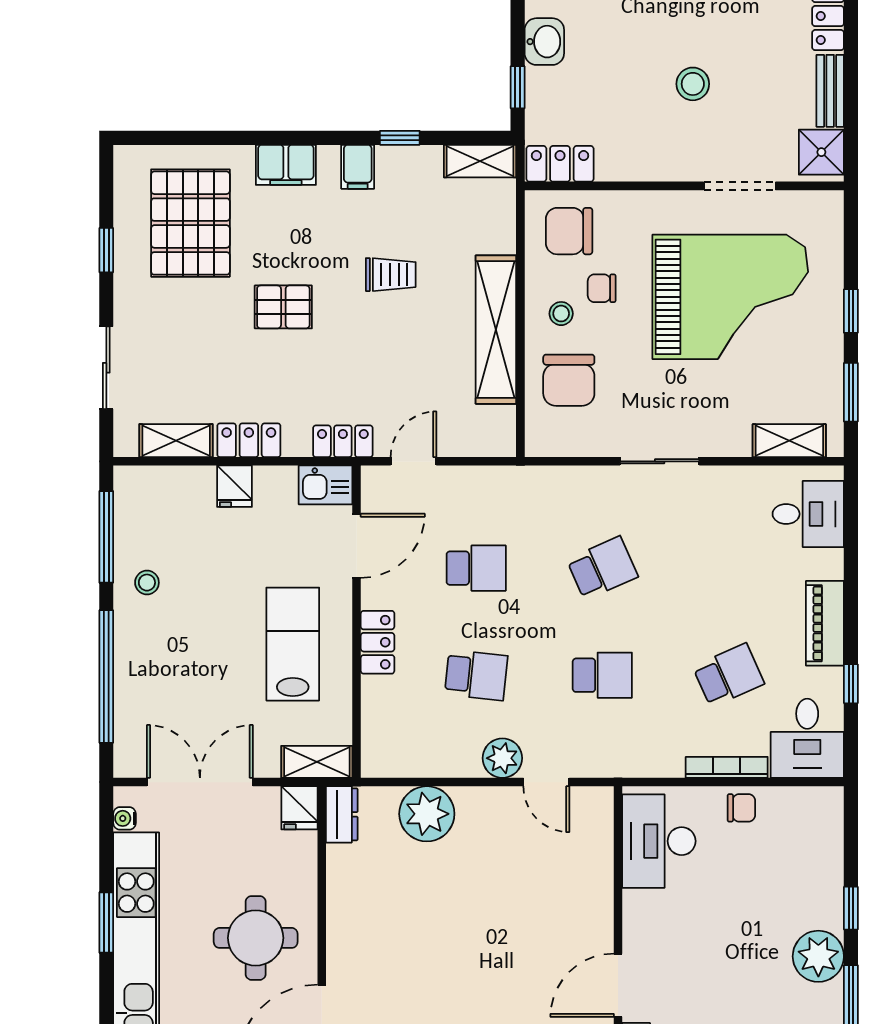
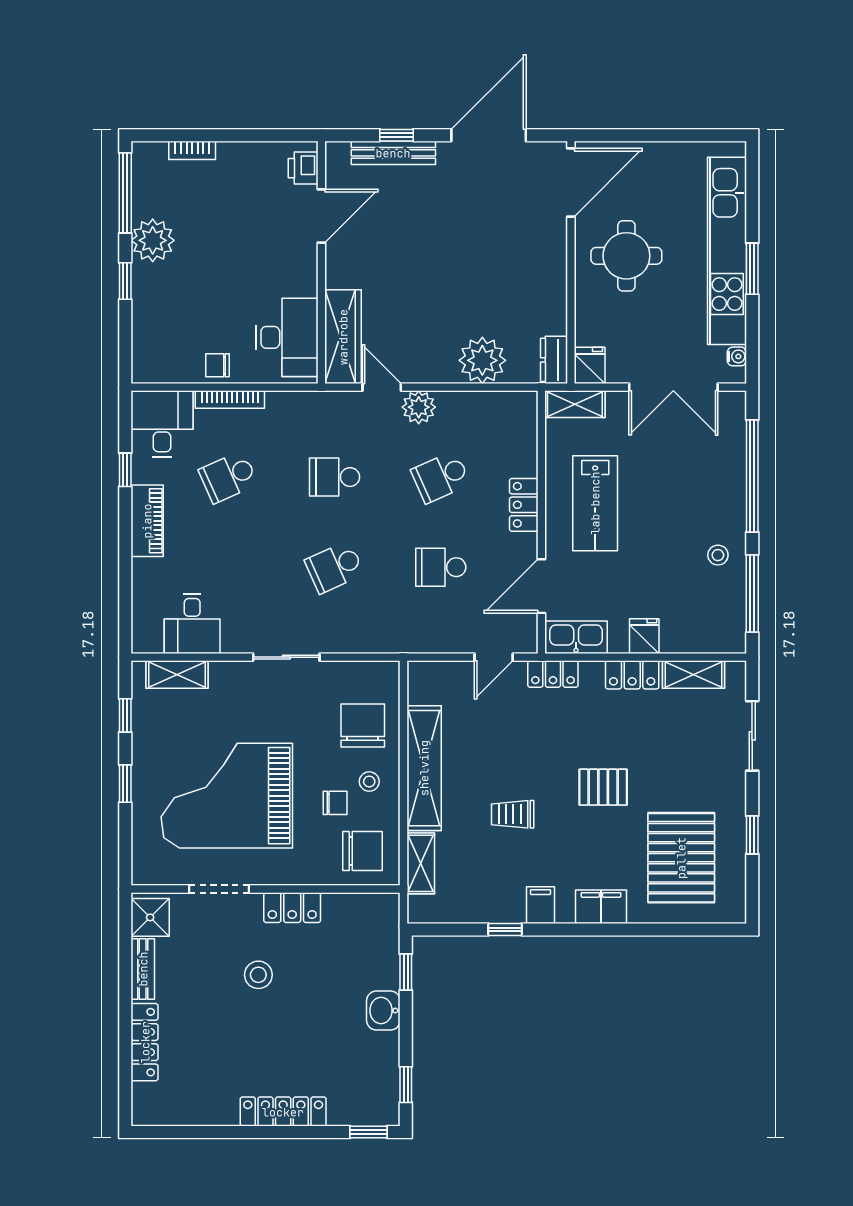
shelving: (480, 161) -> (421, 863), moved, turned 90
locker: (560, 164) -> (292, 908), moved
window: (851, 392) -> (125, 715), width x0.67
kitchen sink: (326, 485) -> (576, 637), width x1.38
desk: (808, 514) -> (192, 624), moved, turned -90
school desk: (476, 675) -> (441, 477), turned -30
wardrobe: (592, 842) -> (343, 337), added

